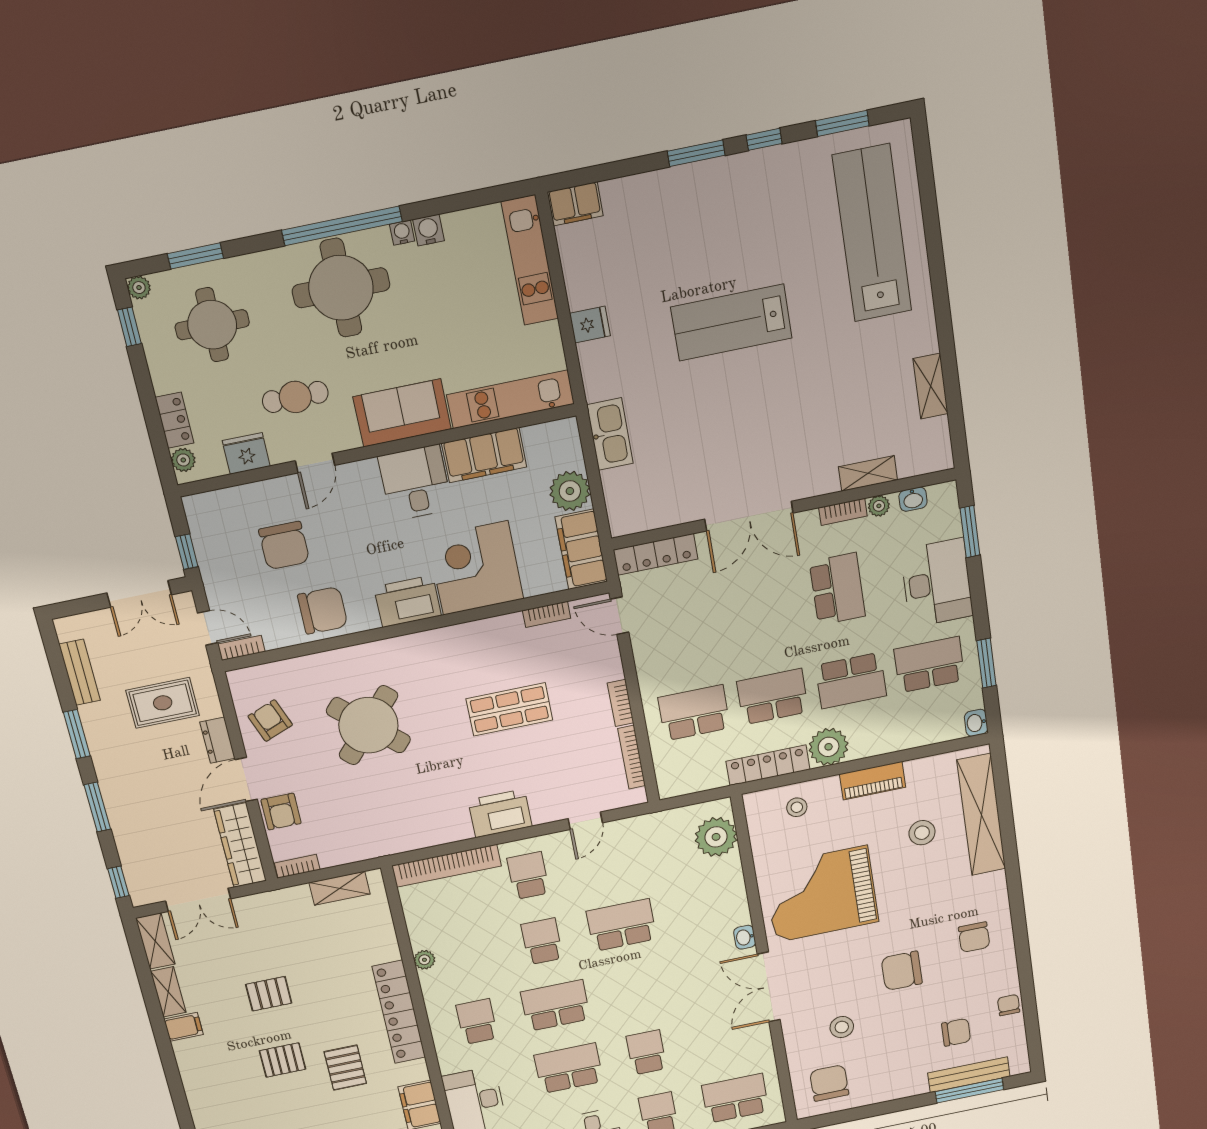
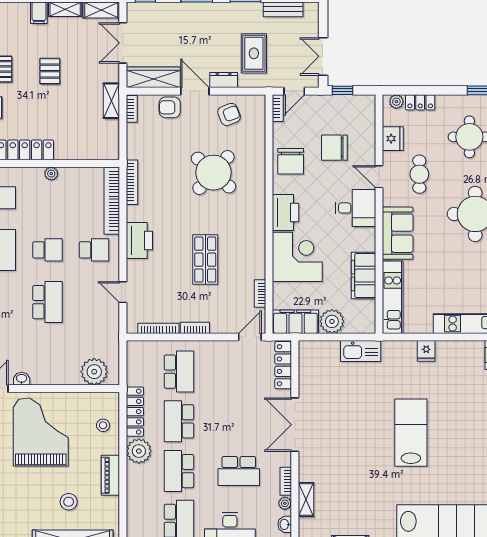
desk: (415, 483) -> (355, 208), moved
school desk: (772, 697) -> (179, 421), turned 180
bookcase: (411, 842) -> (132, 182), added
shelving: (340, 888) -> (111, 101), moved

